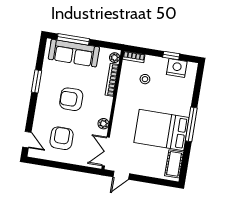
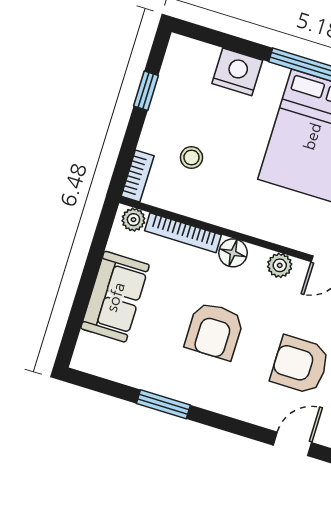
window: (73, 39) -> (79, 308), removed
sofa: (74, 53) -> (115, 297), width x0.73
nightstand: (177, 68) -> (237, 72), moved, turned 90
floor lamp: (106, 103) -> (233, 253), added

